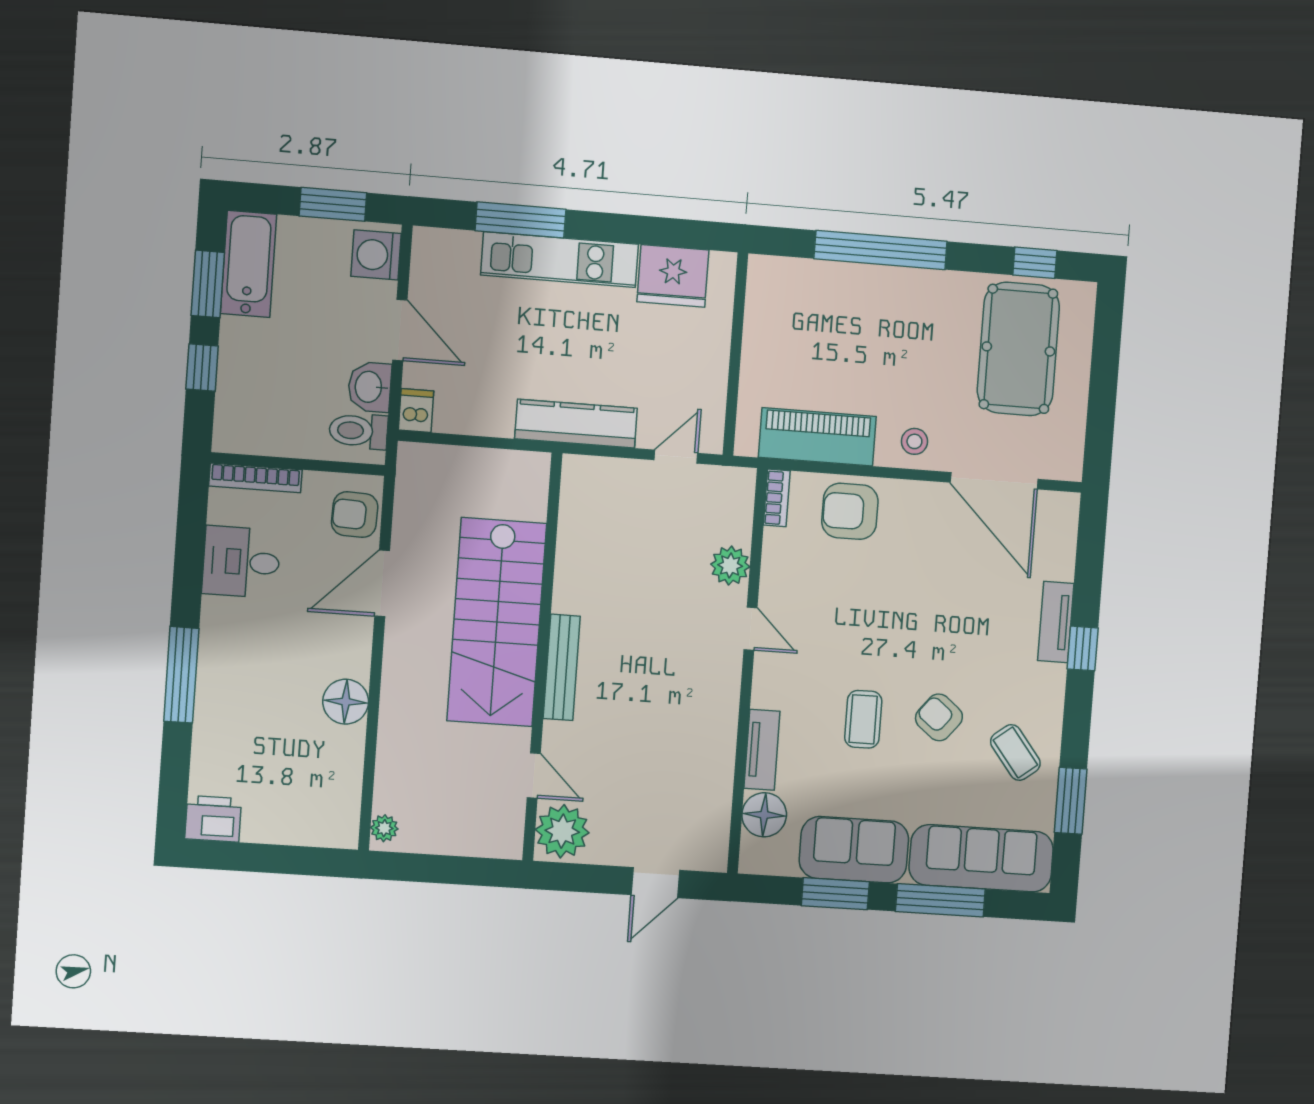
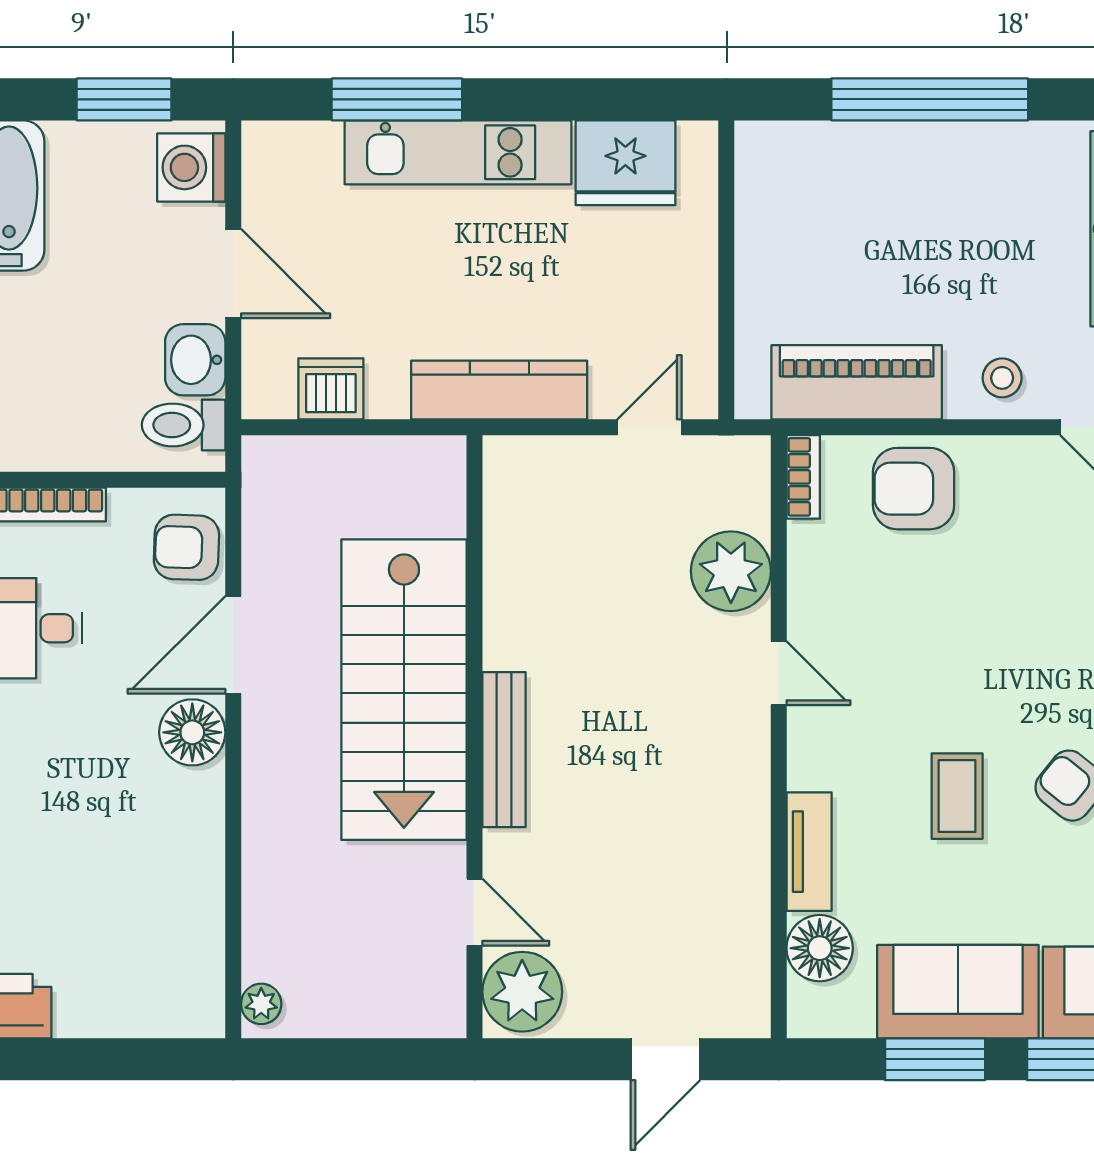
dishwasher: (416, 410) -> (331, 389), moved, width x1.38
plant: (730, 566) -> (731, 571), width x1.36, depth x1.36
floor lamp: (346, 702) -> (192, 732), moved

